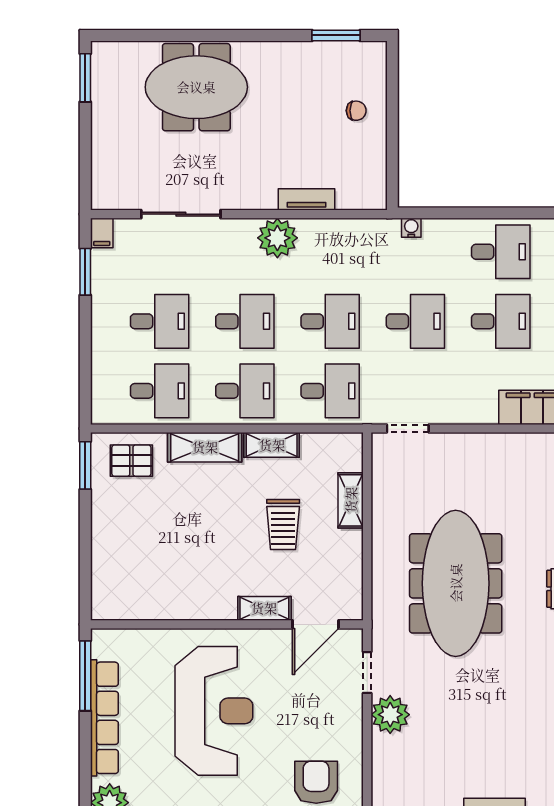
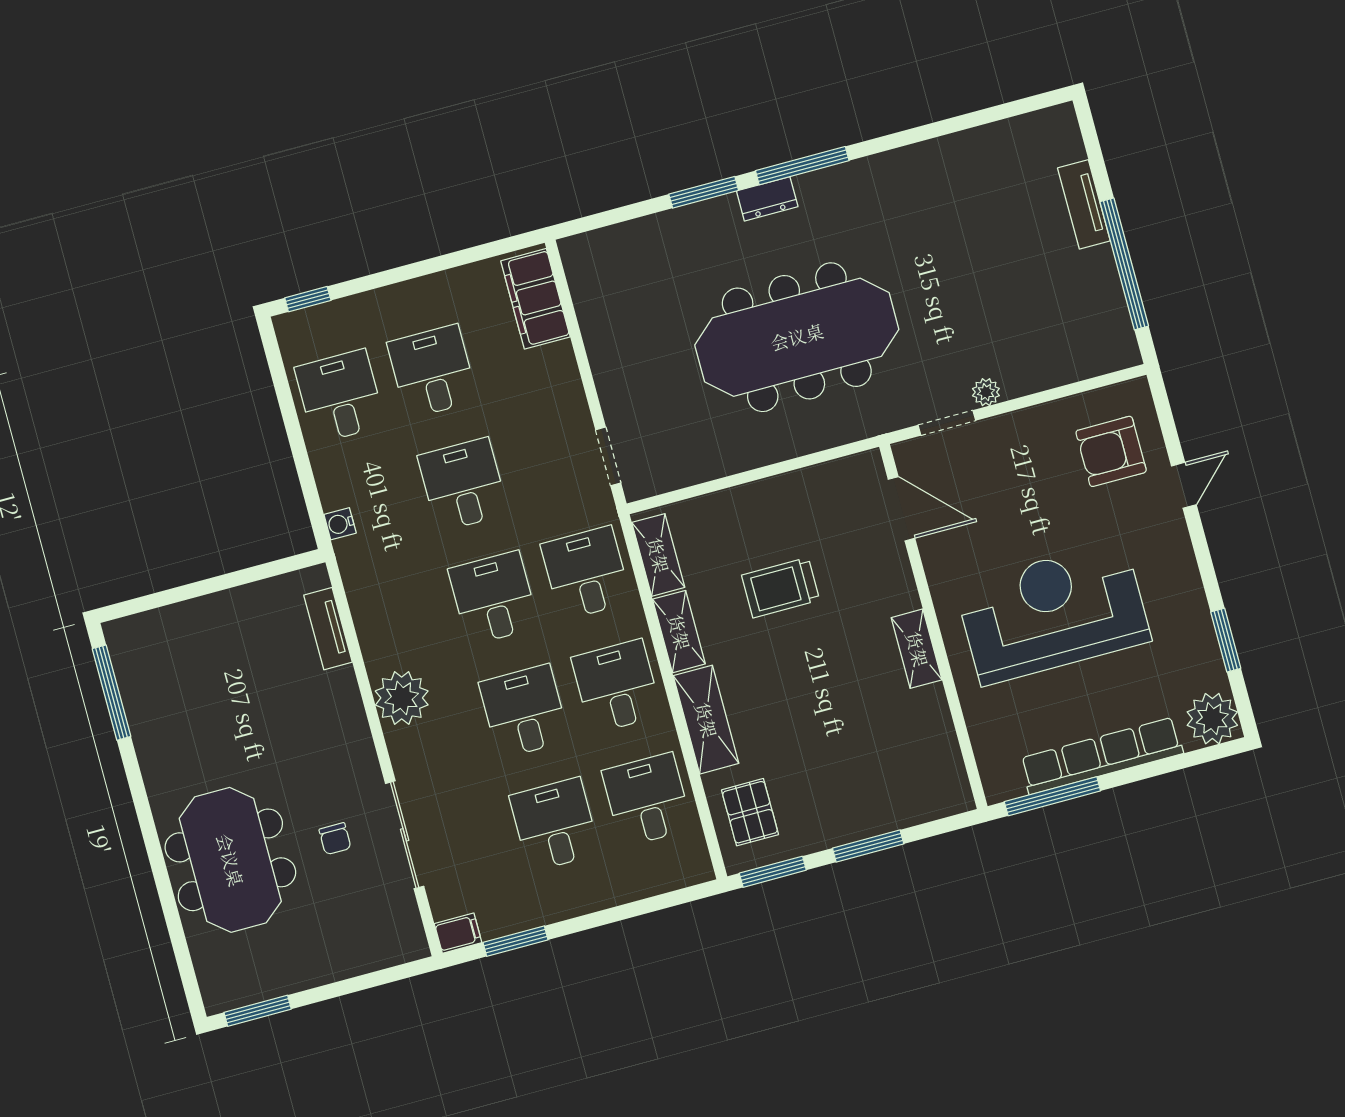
window: (336, 35) -> (112, 693), width x1.44
chair: (356, 111) -> (335, 839), moved, turned 180
tv unit: (307, 199) -> (328, 629), moved
shelving: (351, 500) -> (658, 555), moved, turned 90
trolley: (283, 525) -> (781, 588), turned 180
window: (85, 537) -> (868, 846), added
shelving: (264, 608) -> (917, 649), moved
plant: (390, 715) -> (986, 392), width x0.53, depth x0.53

